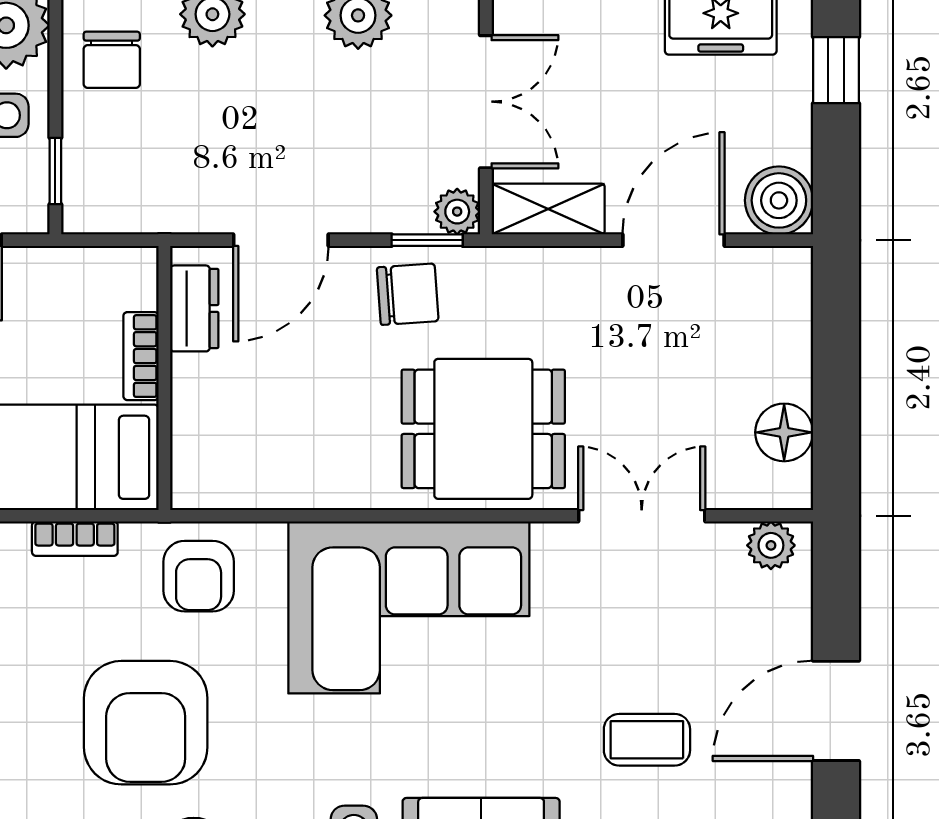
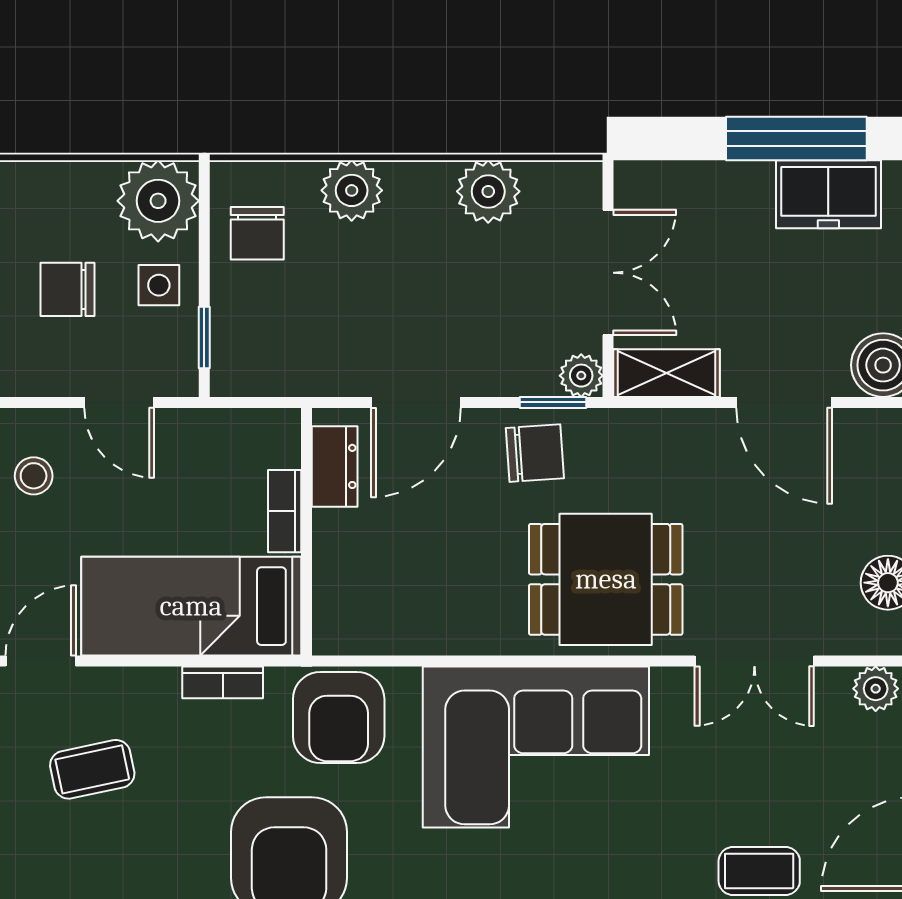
door: (673, 240) -> (784, 402), swing flipped
double door: (642, 516) -> (754, 661), swing flipped
armchair: (199, 576) -> (339, 718), width x1.38, depth x1.38

